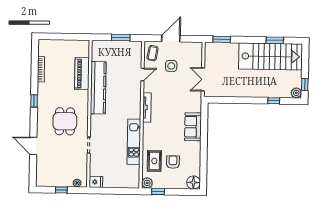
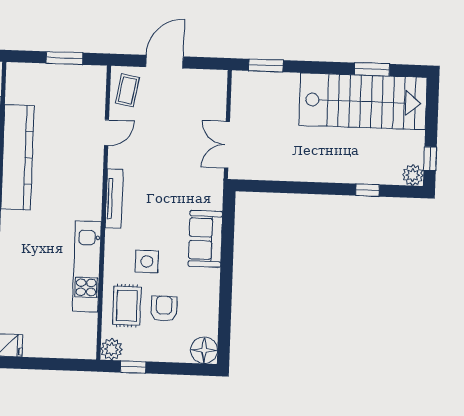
side table: (171, 66) -> (147, 261), moved

